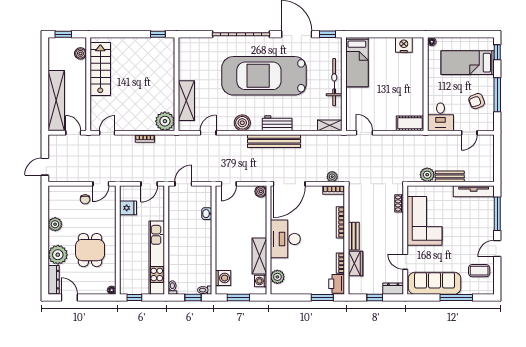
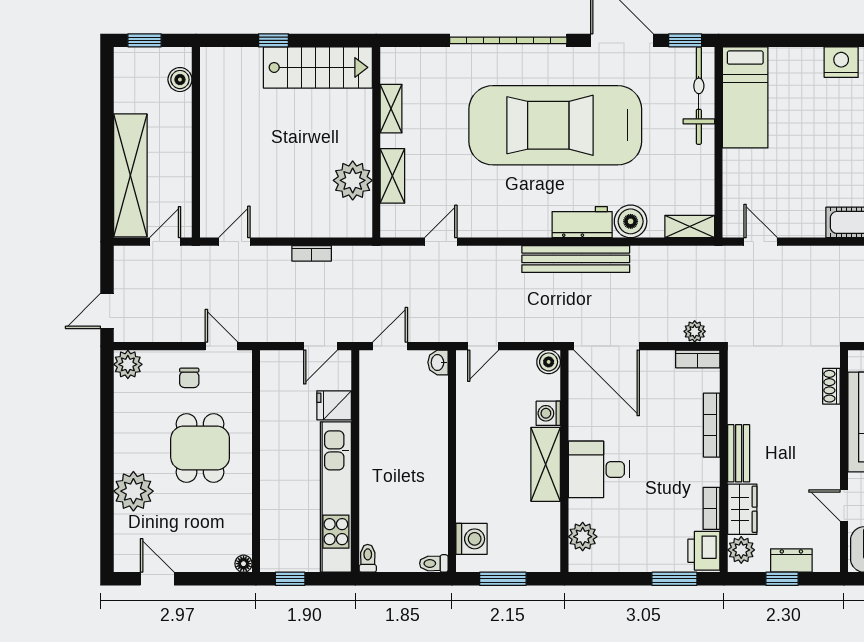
window: (158, 34) -> (273, 40), moved
shelving: (184, 68) -> (391, 109), added
stairs: (100, 69) -> (318, 67), moved, turned 90
bicycle: (334, 82) -> (699, 96), moved
shelving: (186, 101) -> (392, 176), width x0.67, depth x0.75
plant: (165, 121) -> (353, 180), moved
boiler: (242, 123) -> (631, 221), moved
door: (73, 133) -> (165, 242), hinge flipped
door: (101, 184) -> (222, 346), swing flipped
door: (289, 184) -> (607, 346), hinge flipped
fridge: (128, 208) -> (334, 405), moved, turned 180
washbasin: (207, 214) -> (438, 362), moved
plant: (55, 224) -> (128, 364), moved
desk: (285, 239) -> (599, 469), width x0.73
dining table: (90, 250) -> (200, 448), moved
shelving: (259, 256) -> (546, 464), moved
dresser: (54, 280) -> (125, 542), removed
washing machine: (261, 281) -> (548, 413), moved
plant: (355, 283) -> (741, 550), added
dresser: (393, 289) -> (791, 561), moved
window: (193, 298) -> (410, 579), removed

